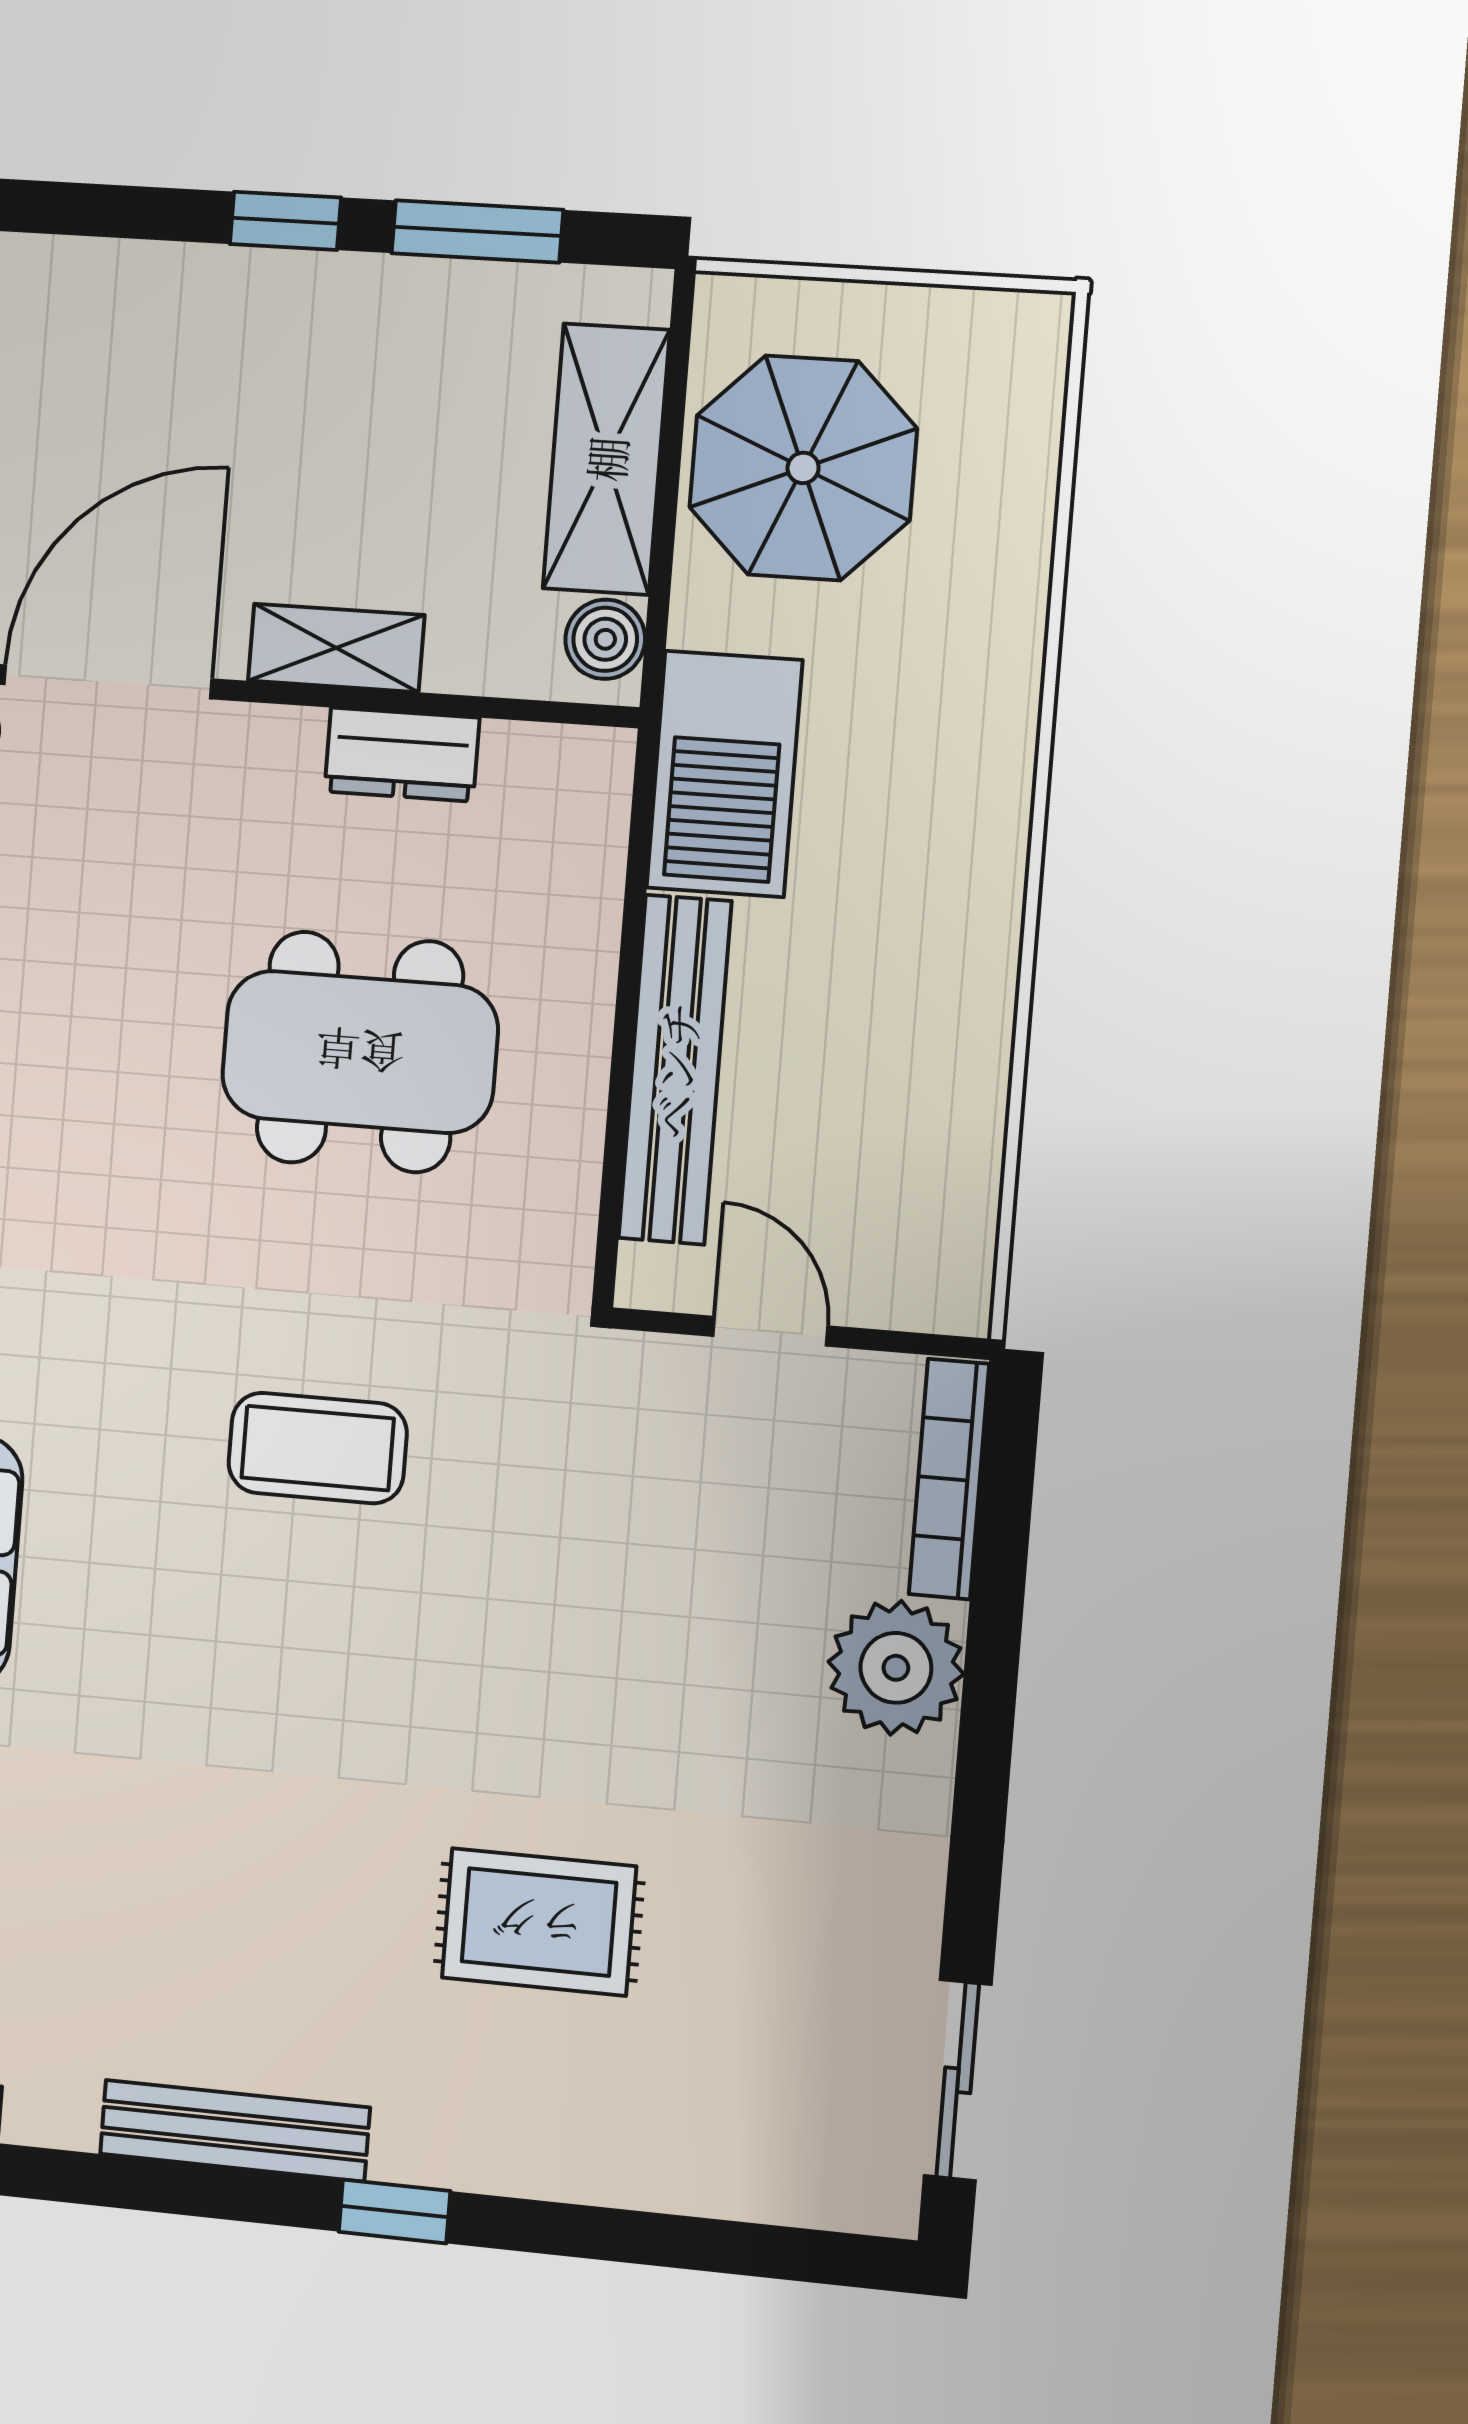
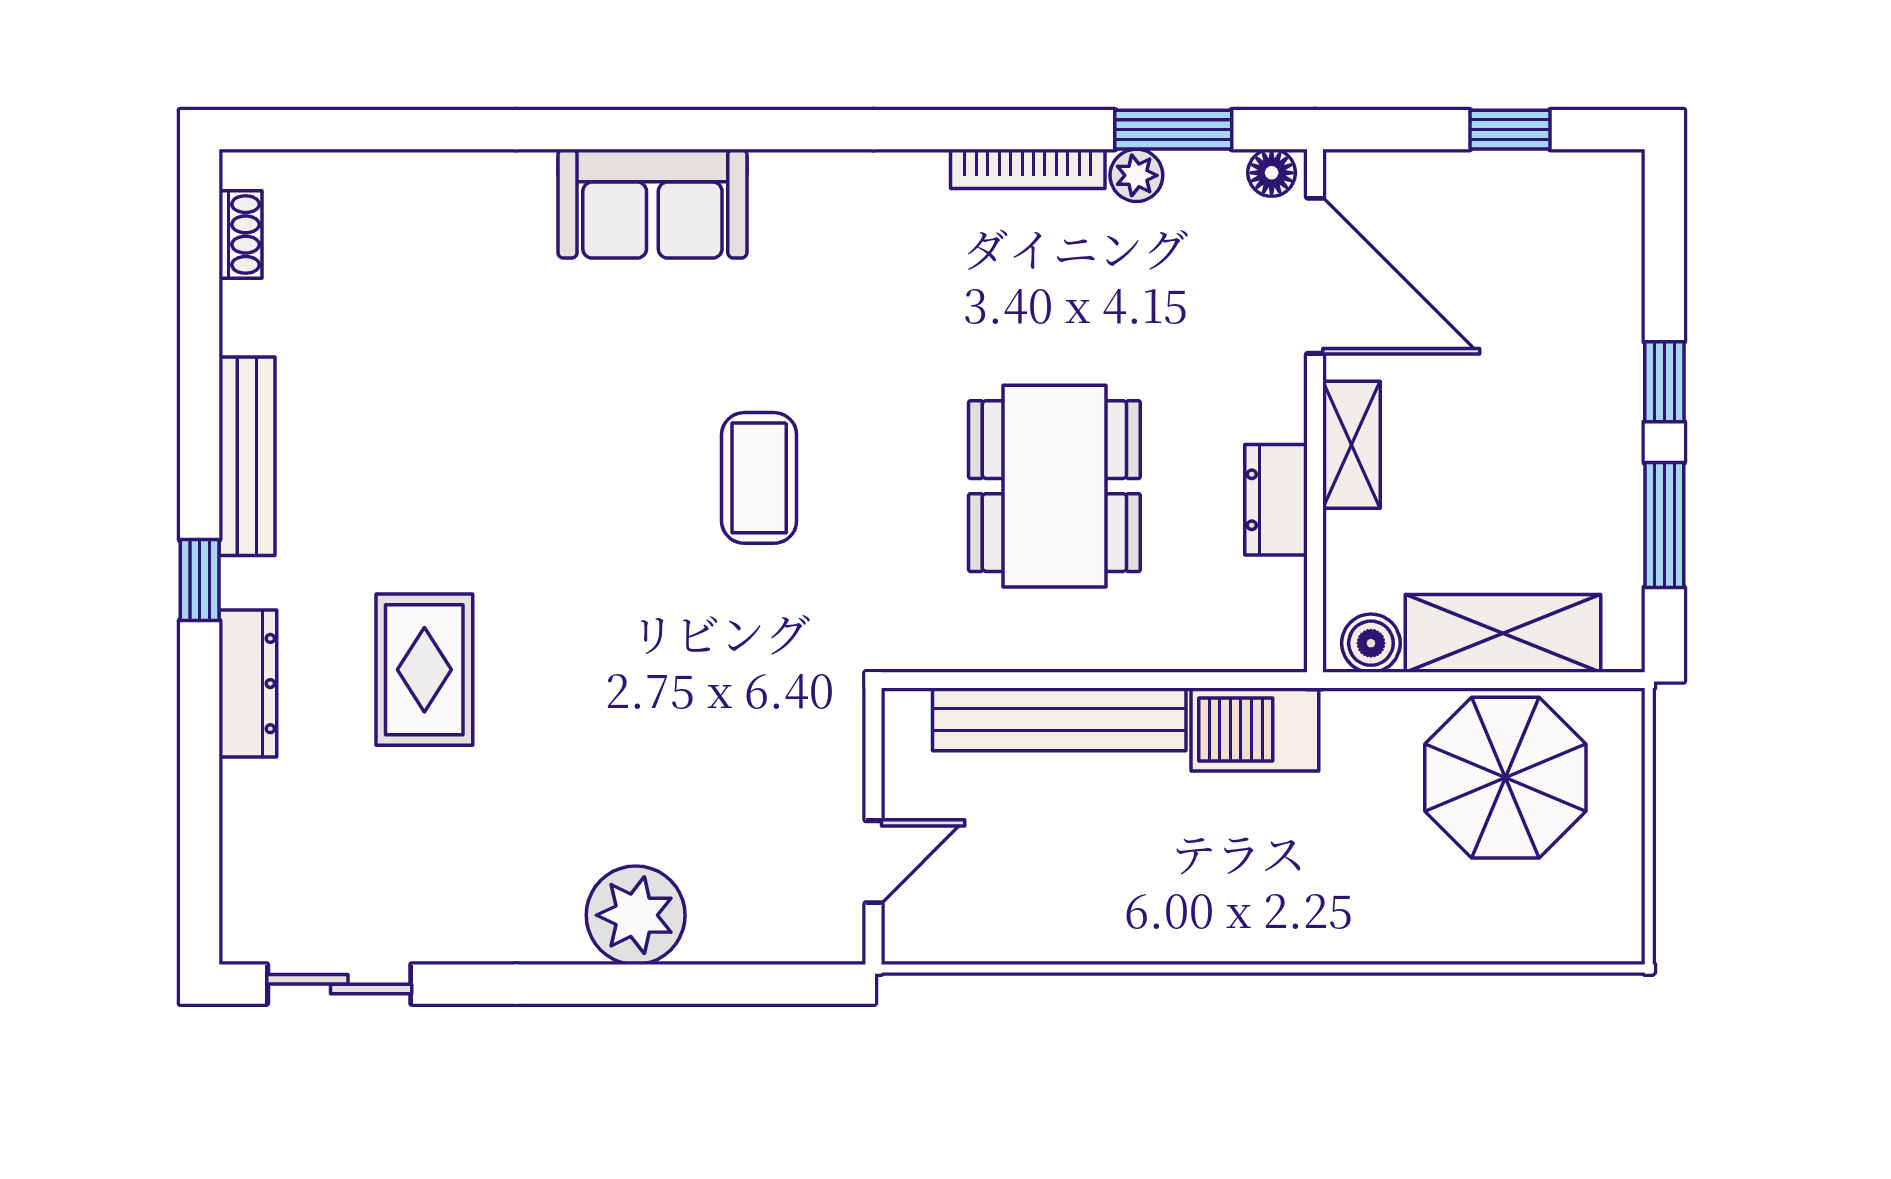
barbecue: (724, 774) -> (1255, 730), width x0.73, depth x0.83
door: (770, 1331) -> (874, 862), moved
bookcase: (949, 1479) -> (777, 942), removed
dresser: (539, 2161) -> (248, 684), added

